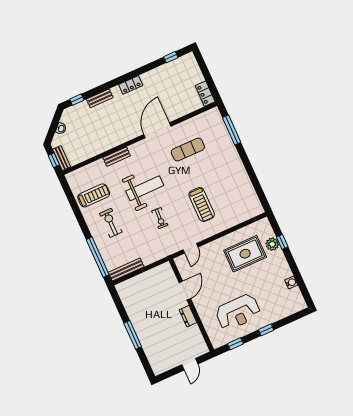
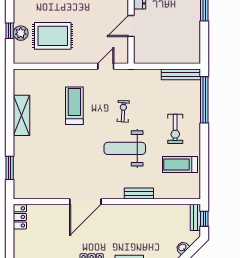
window: (232, 130) -> (10, 168), width x0.69
exercise mat: (188, 150) -> (63, 168), removed
shelving: (241, 177) -> (21, 115), added

